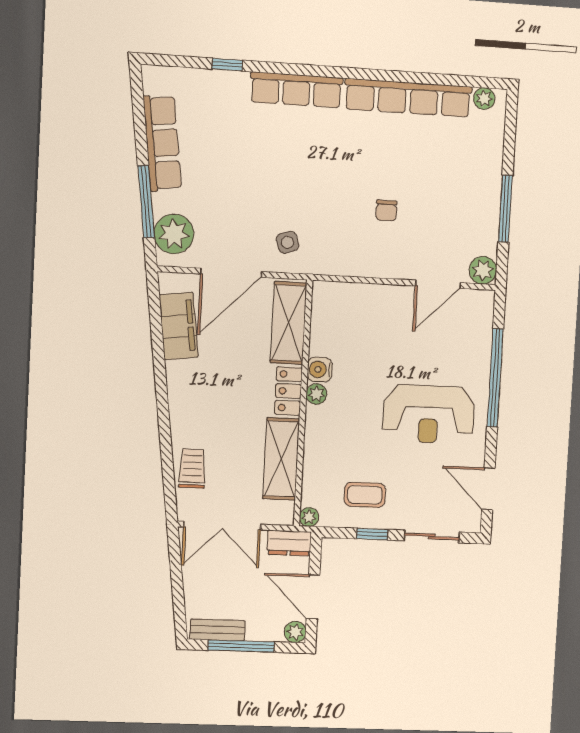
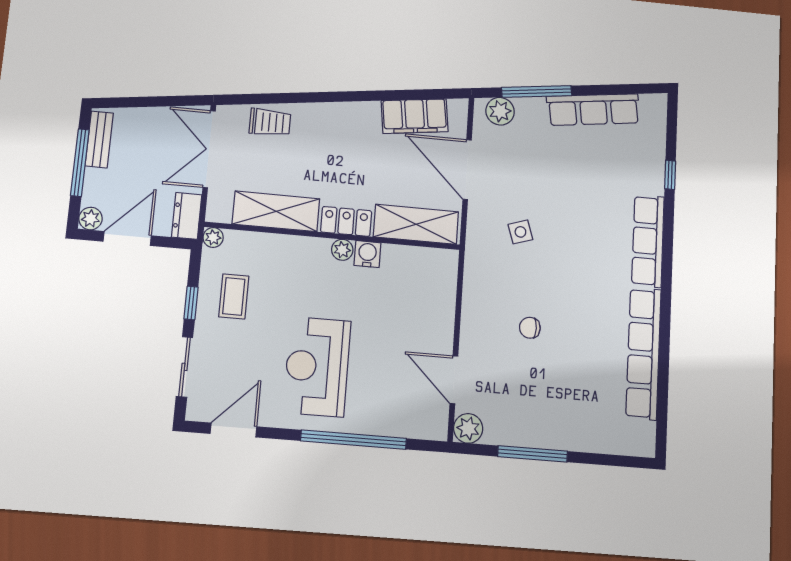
plant: (484, 99) -> (645, 433), removed
plant: (174, 234) -> (500, 111), width x0.73, depth x0.73
side table: (287, 242) -> (520, 232), moved

